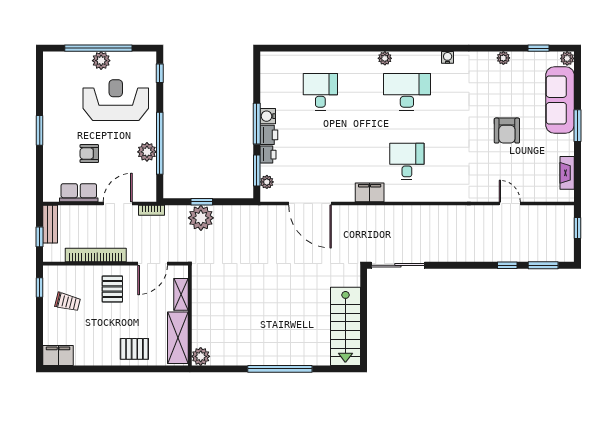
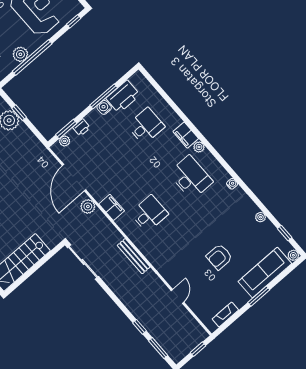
filing cabinet: (362, 61) -> (186, 135), added
window: (257, 124) -> (104, 96), moved
printer: (269, 135) -> (123, 97), moved, width x1.87, depth x1.48
bench: (435, 212) -> (134, 256), added
plant: (349, 214) -> (88, 206), added

